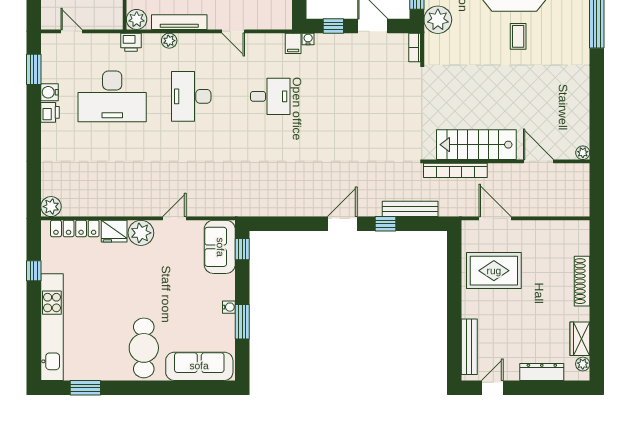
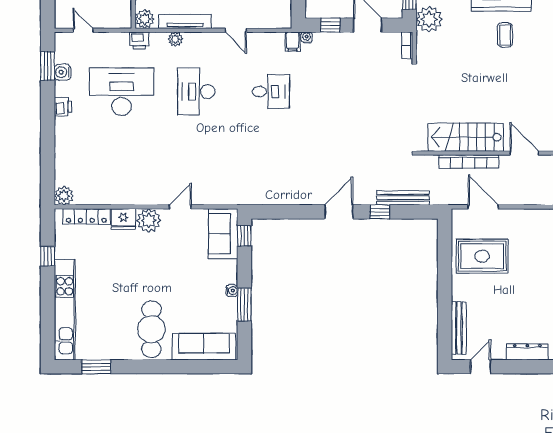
water cooler: (50, 92) -> (62, 72), moved
desk: (112, 96) -> (122, 92), turned 180
bookcase: (455, 170) -> (469, 162), moved

